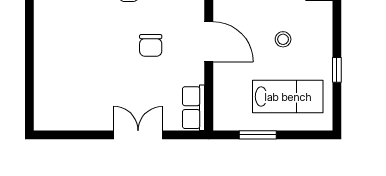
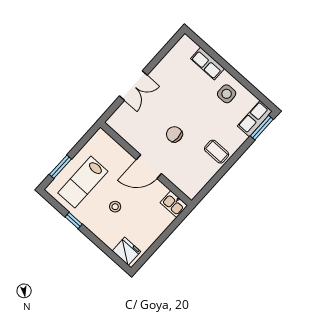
side table: (58, 29) -> (227, 94), added
row of seats: (194, 108) -> (208, 64), moved, turned 180
window: (258, 135) -> (60, 167), moved

